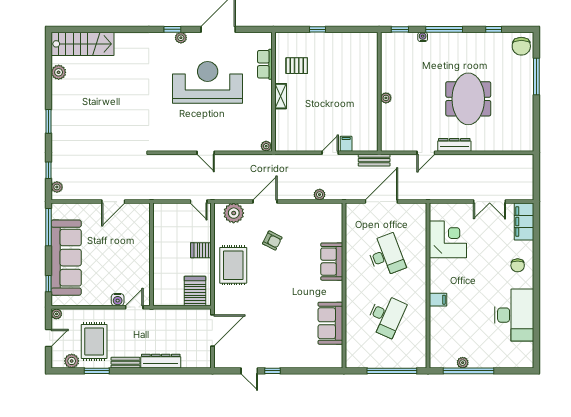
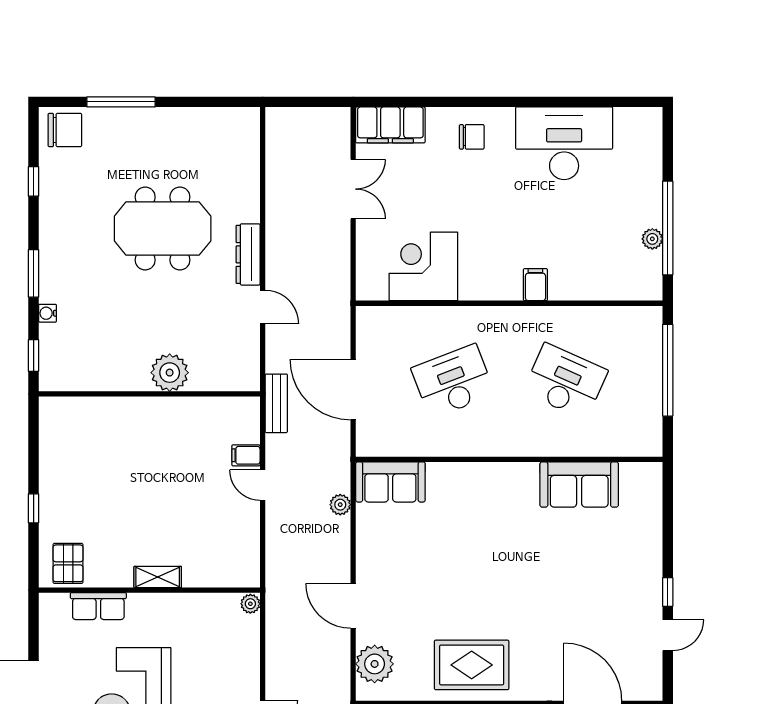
window: (444, 29) -> (34, 273), width x0.69
pallet: (297, 66) -> (68, 563), moved
plant: (386, 98) -> (170, 373), width x1.88, depth x1.88
armchair: (272, 241) -> (426, 592), removed
sofa: (332, 262) -> (390, 482), moved

